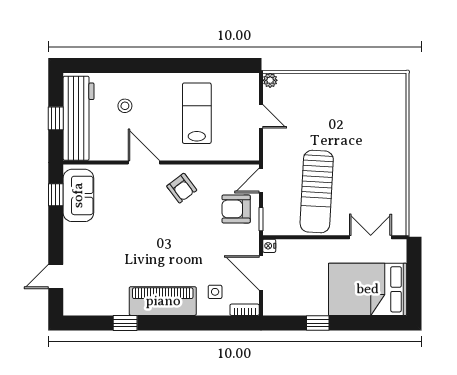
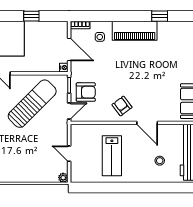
sun lounger: (317, 192) -> (32, 104), turned 42

